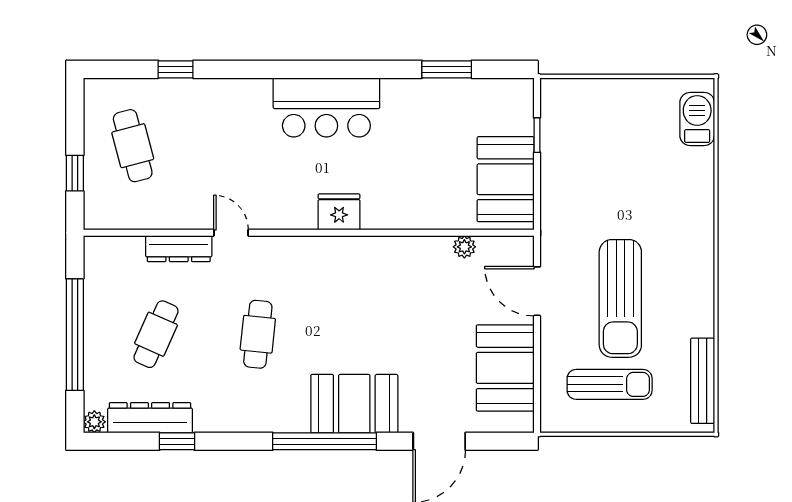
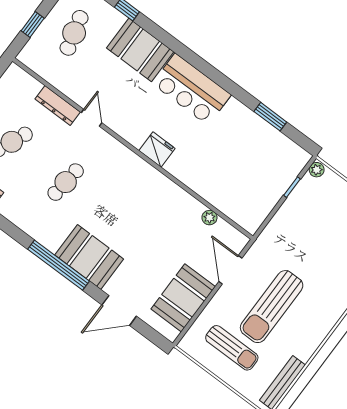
plant: (551, 92) -> (317, 170), added
booth: (506, 179) -> (140, 50), moved, turned 90

